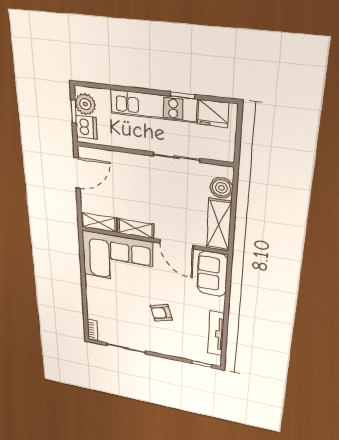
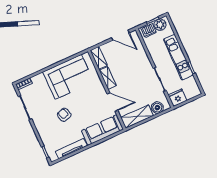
fridge: (213, 113) -> (178, 98), moved, turned 90
door: (177, 244) -> (112, 102), swing flipped
corner sofa: (117, 258) -> (68, 77), moved, turned -90
sofa: (212, 274) -> (102, 130), width x1.36

